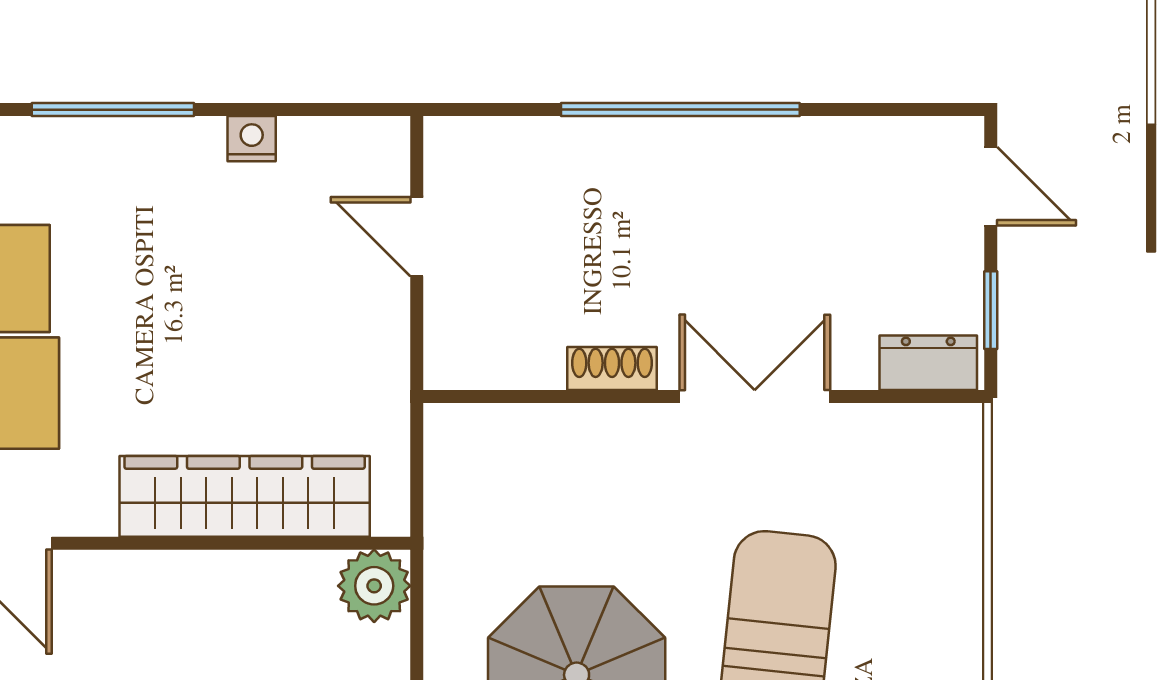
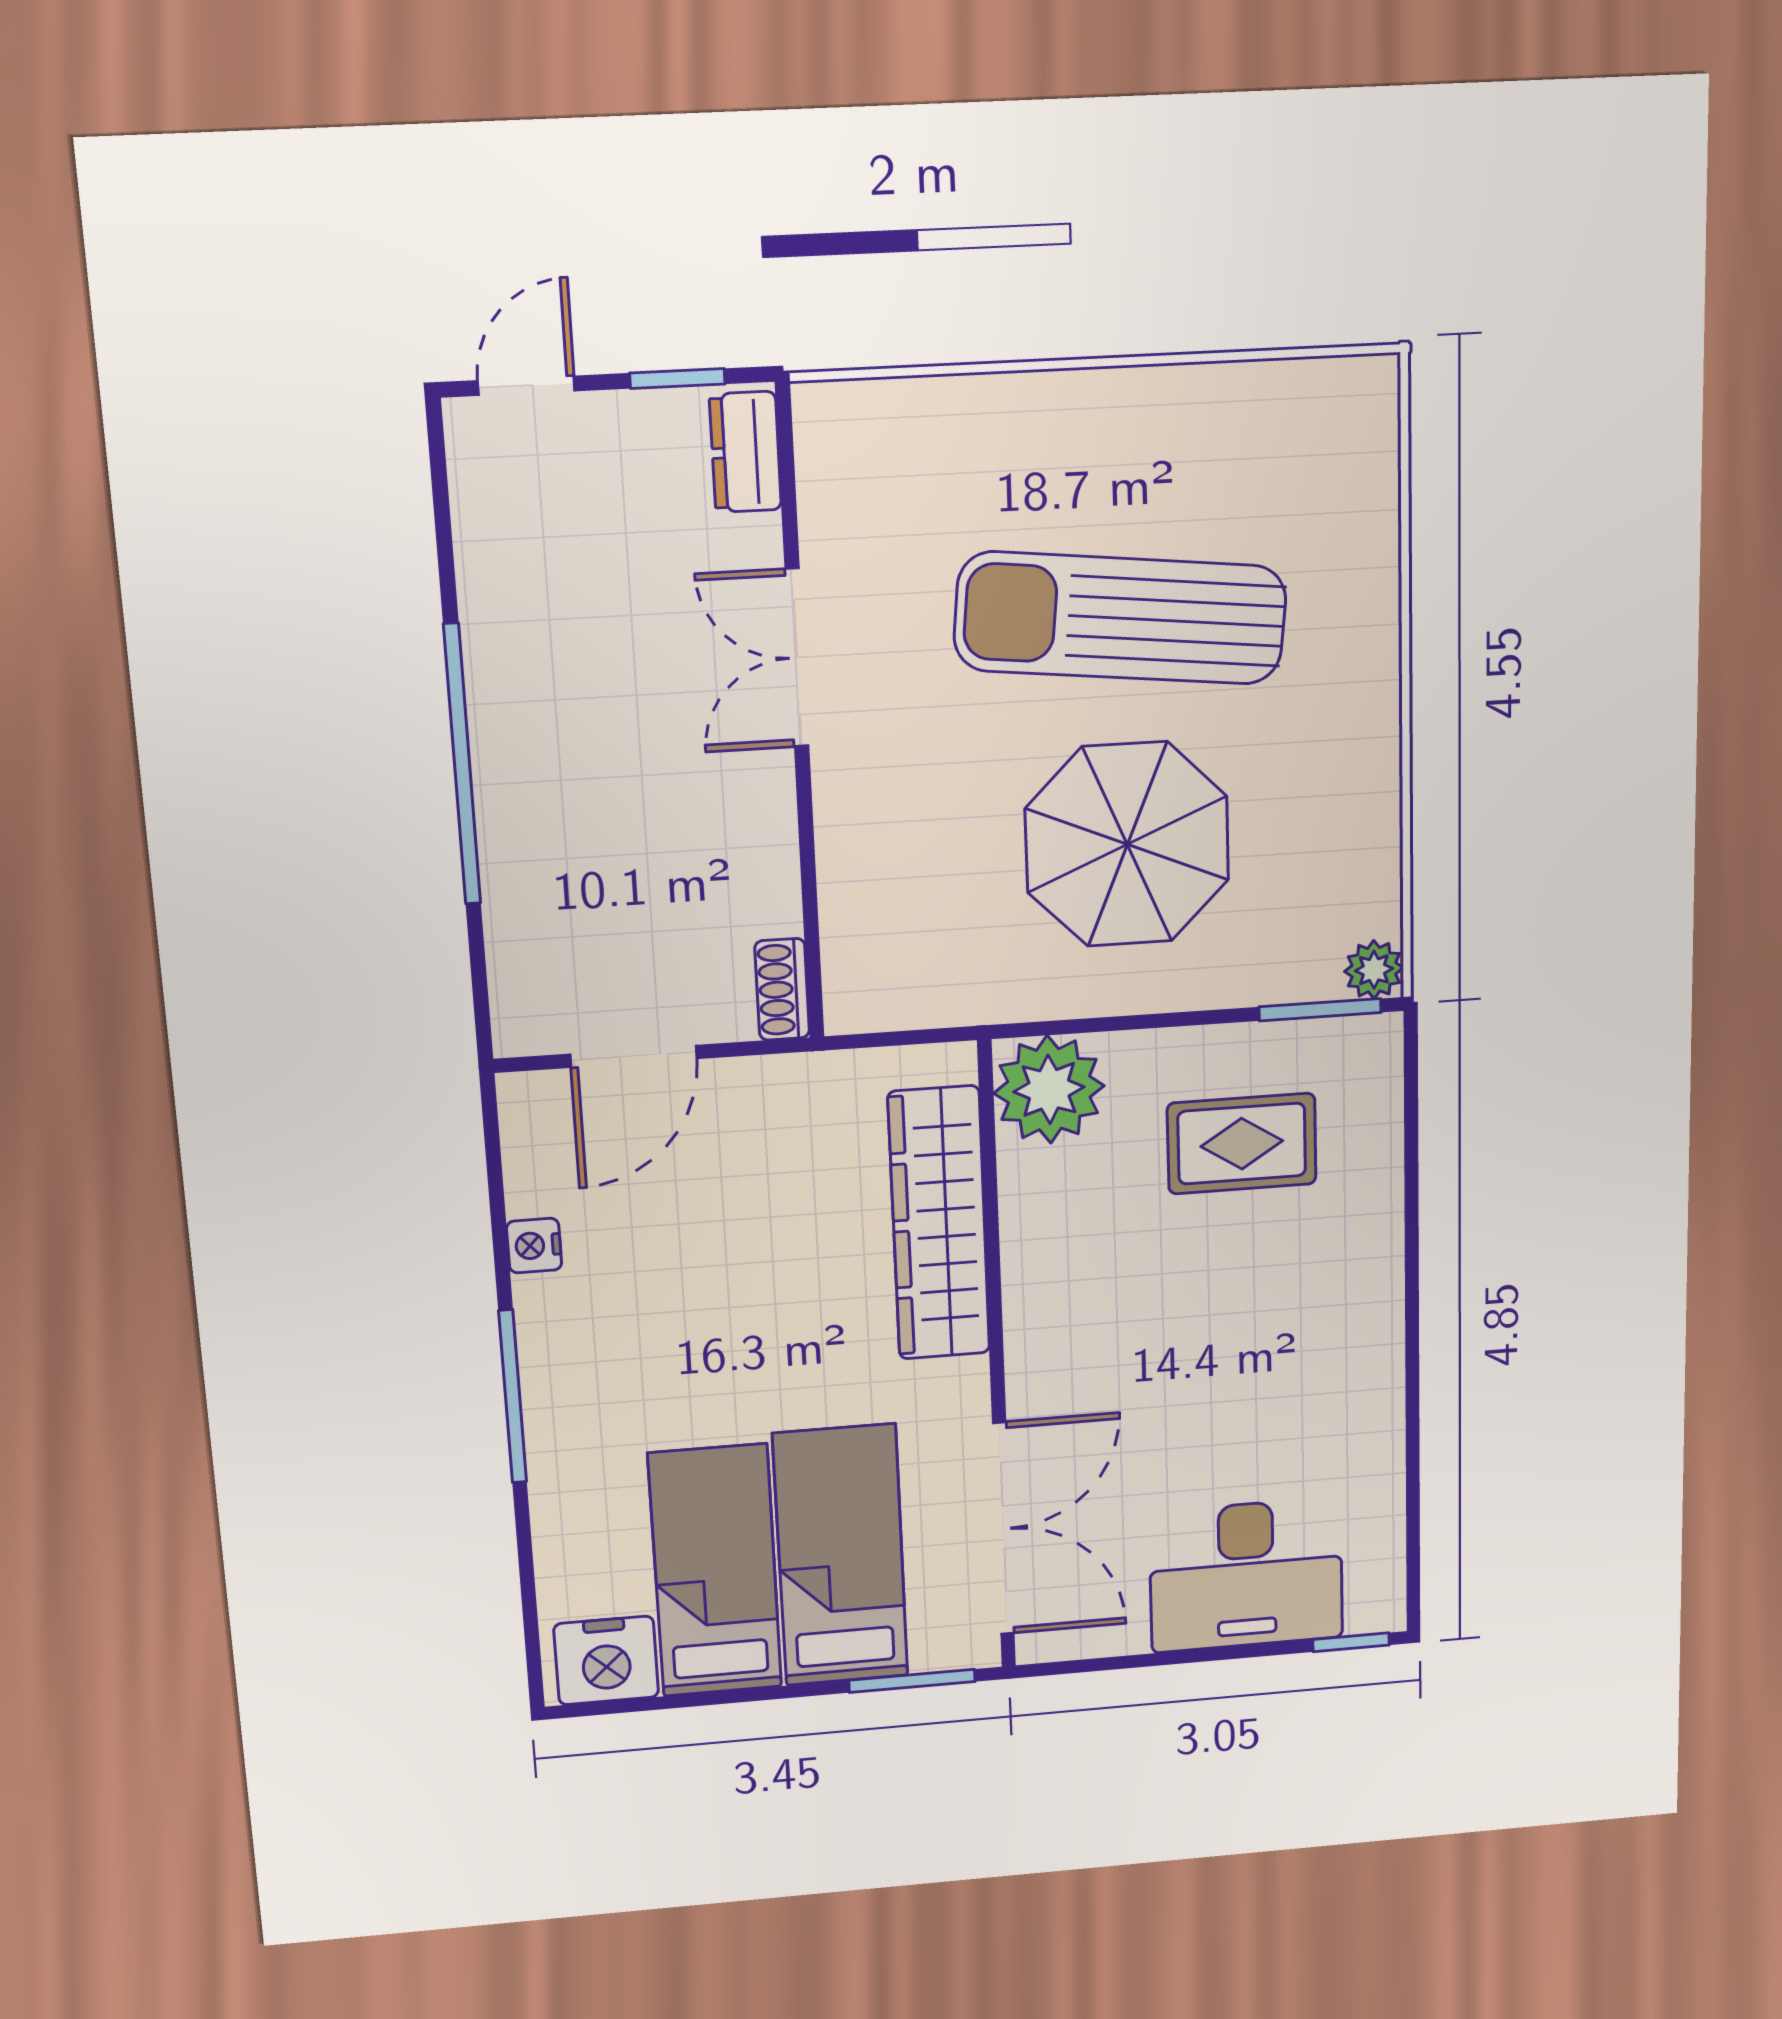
door: (417, 237) -> (634, 1056), width x1.38
shoe rack: (612, 369) -> (782, 989), moved
plant: (374, 586) -> (1049, 1089), width x1.36, depth x1.36

